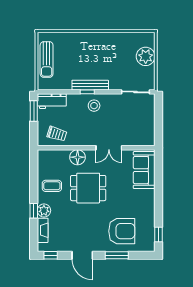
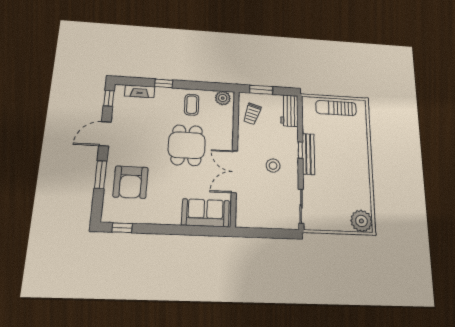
plant: (146, 56) -> (361, 221), moved
stool: (94, 106) -> (273, 166), moved
window: (34, 111) -> (261, 90), moved
double door: (109, 148) -> (234, 172), width x1.37
floor lamp: (78, 157) -> (224, 135), removed
plant: (44, 211) -> (223, 98), moved

